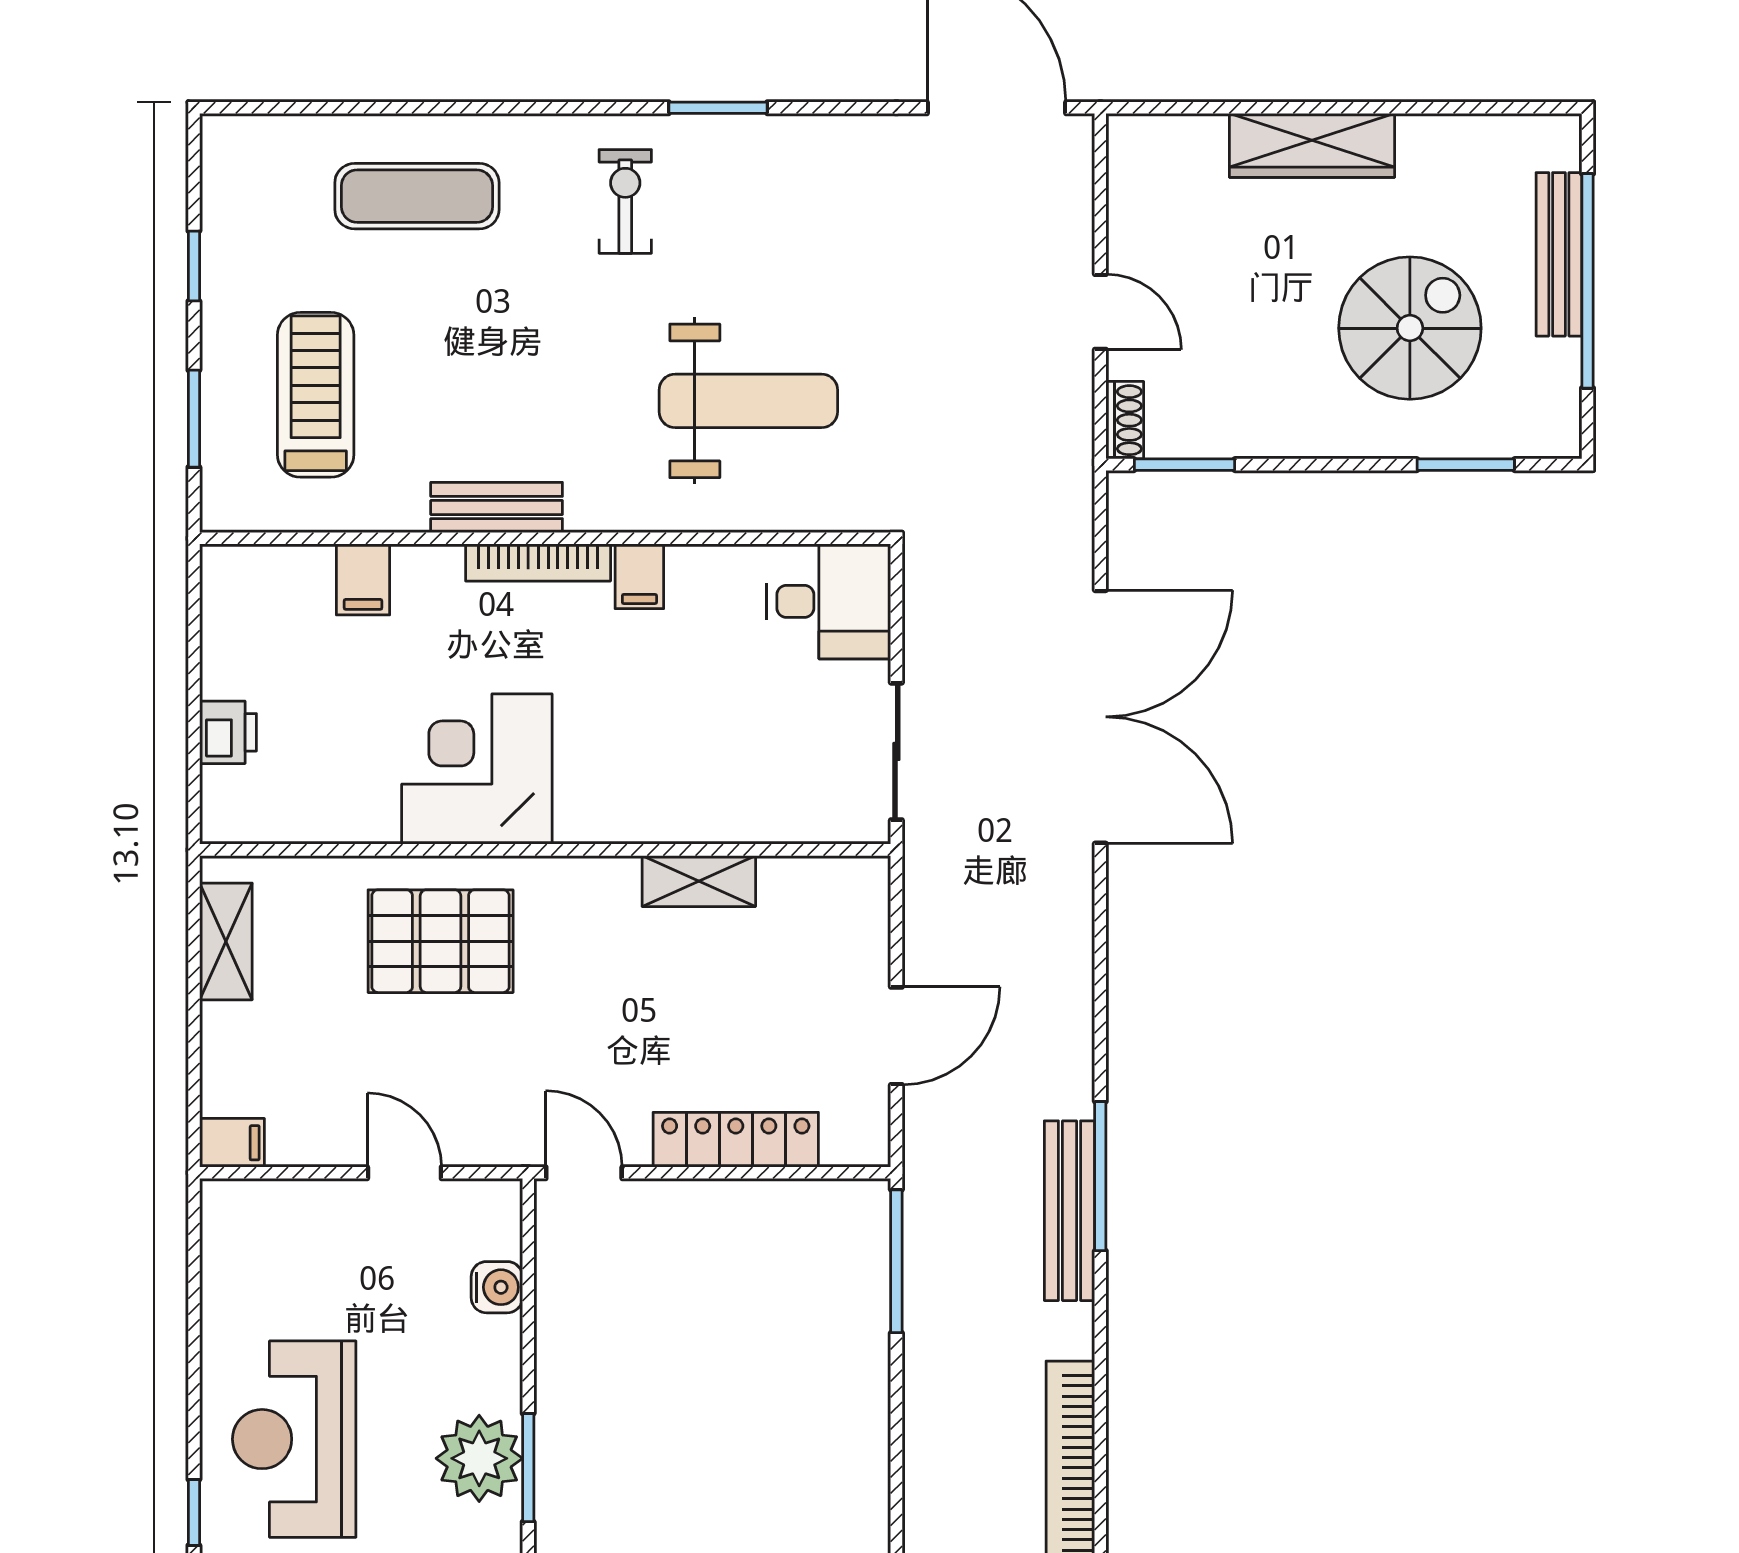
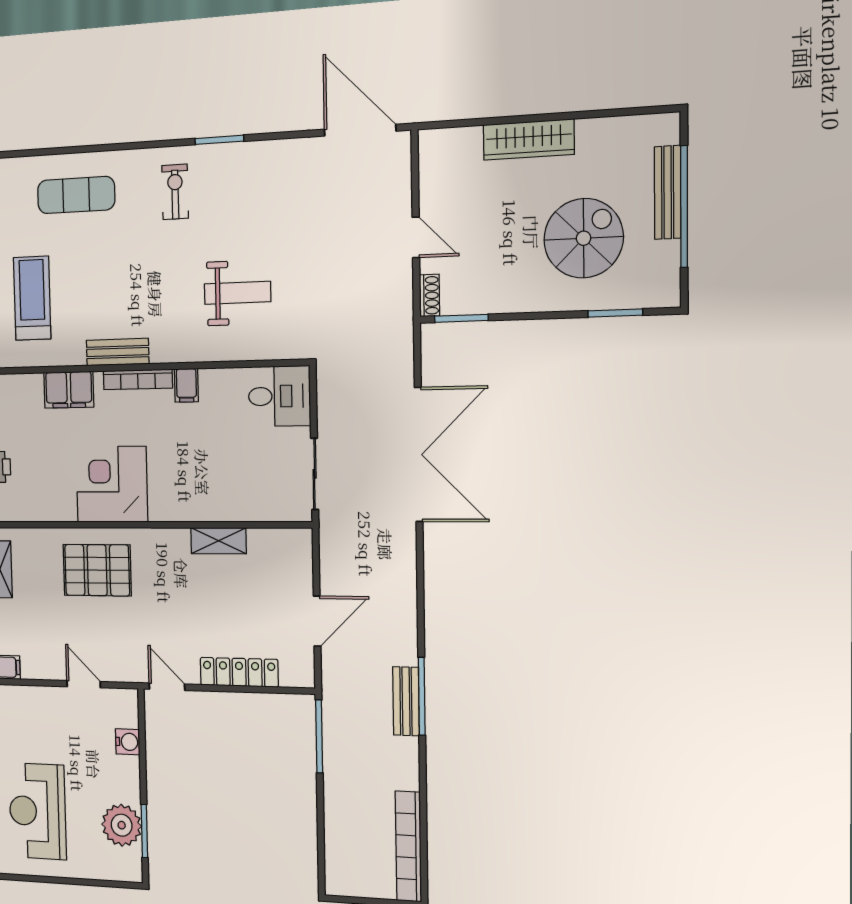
weight bench: (748, 401) -> (237, 293), width x0.73, depth x0.75
filing cabinet: (363, 579) -> (69, 390), width x2.00
bench: (1069, 1211) -> (406, 701), width x0.73

